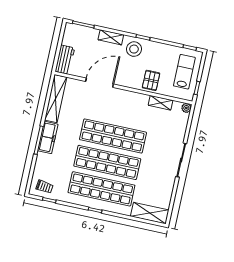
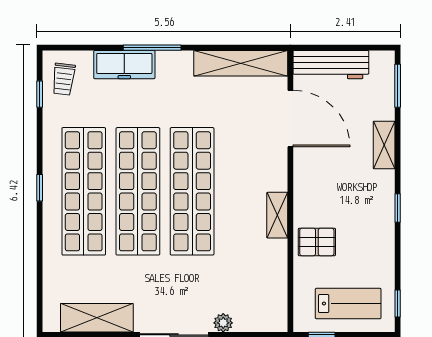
stool: (134, 49) -> (371, 195), removed
workbench: (65, 60) -> (331, 65), width x1.37
door: (100, 83) -> (290, 119), moved
shelving: (161, 103) -> (277, 215), moved
plant: (186, 108) -> (223, 323), moved
freezer: (48, 137) -> (124, 65), moved
shelving: (150, 213) -> (97, 318), moved, turned 90

